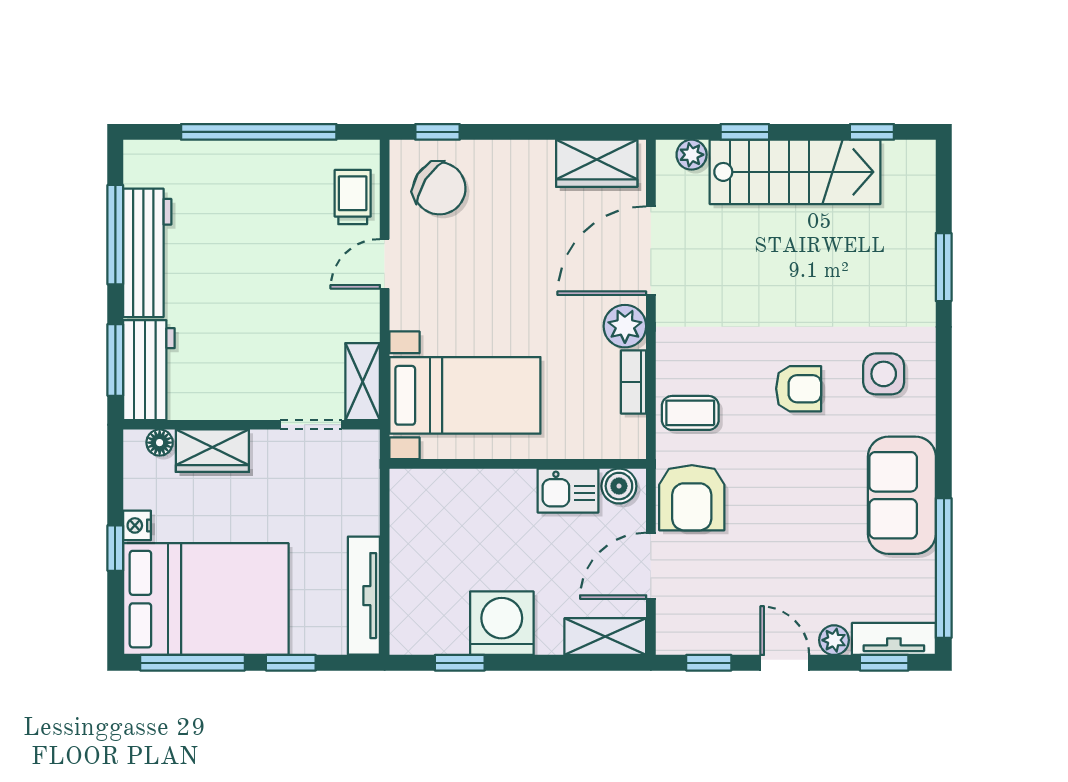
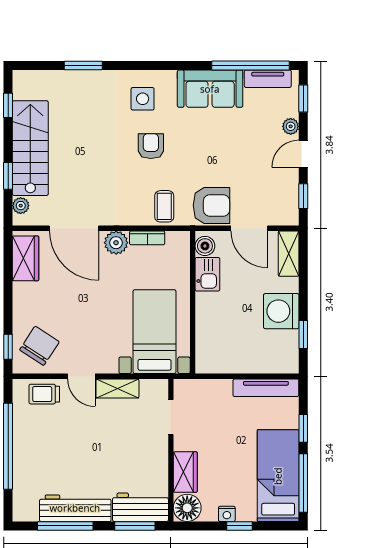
shelving: (363, 382) -> (117, 388), moved
floor lamp: (160, 443) -> (187, 508), width x1.89, depth x1.89
bed: (206, 599) -> (278, 476), width x0.67
tv unit: (894, 639) -> (268, 79), moved, turned -90

